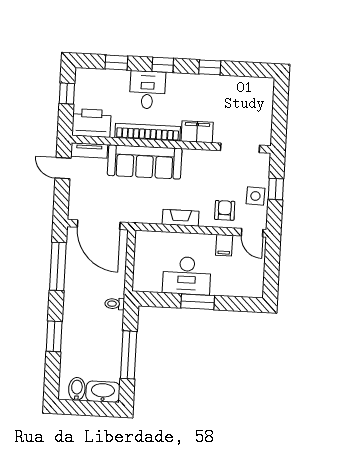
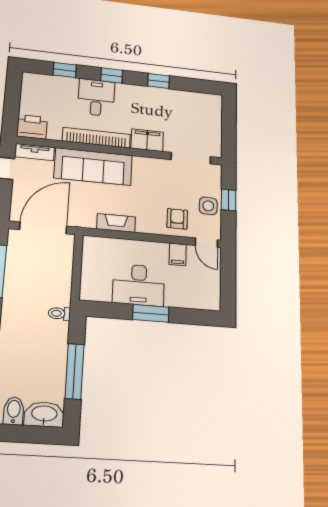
window: (67, 94) -> (13, 96), removed
printer: (91, 123) -> (32, 127), width x0.73, depth x0.84
fireplace: (181, 218) -> (116, 223), moved
door: (99, 225) -> (43, 228), swing flipped

